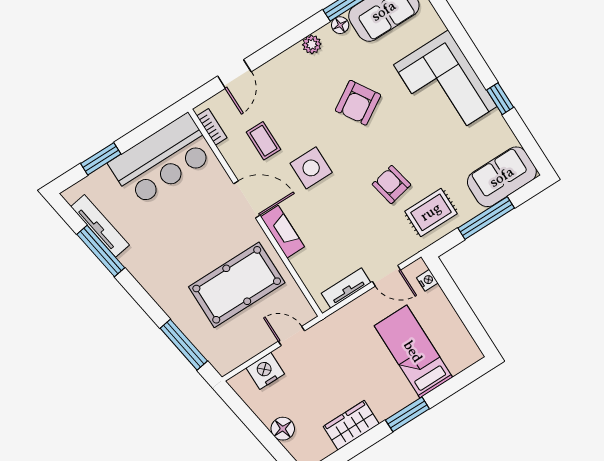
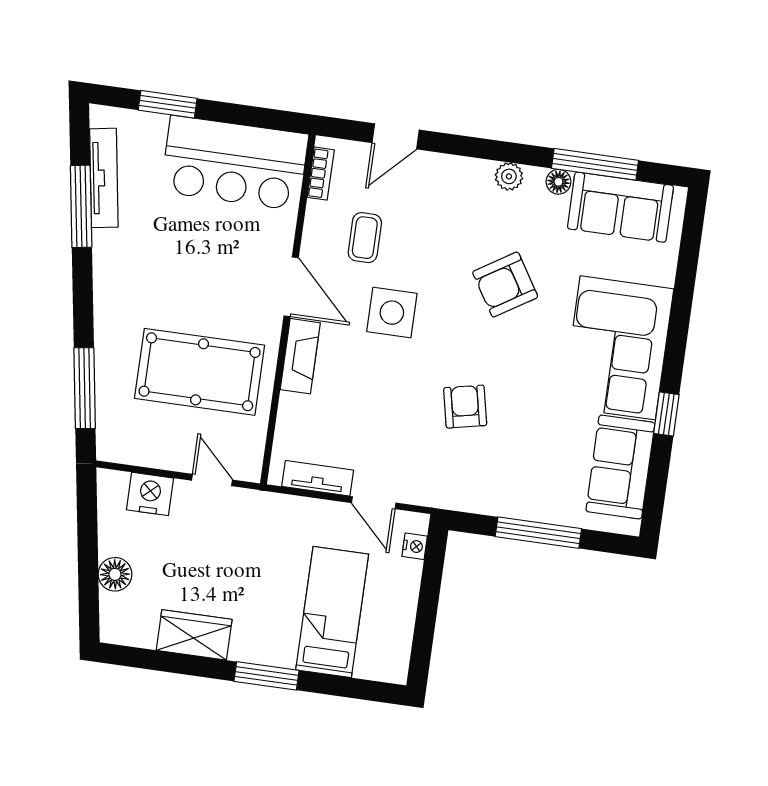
sofa: (502, 177) -> (620, 467), moved, turned -90
rug: (431, 212) -> (483, 475), removed

